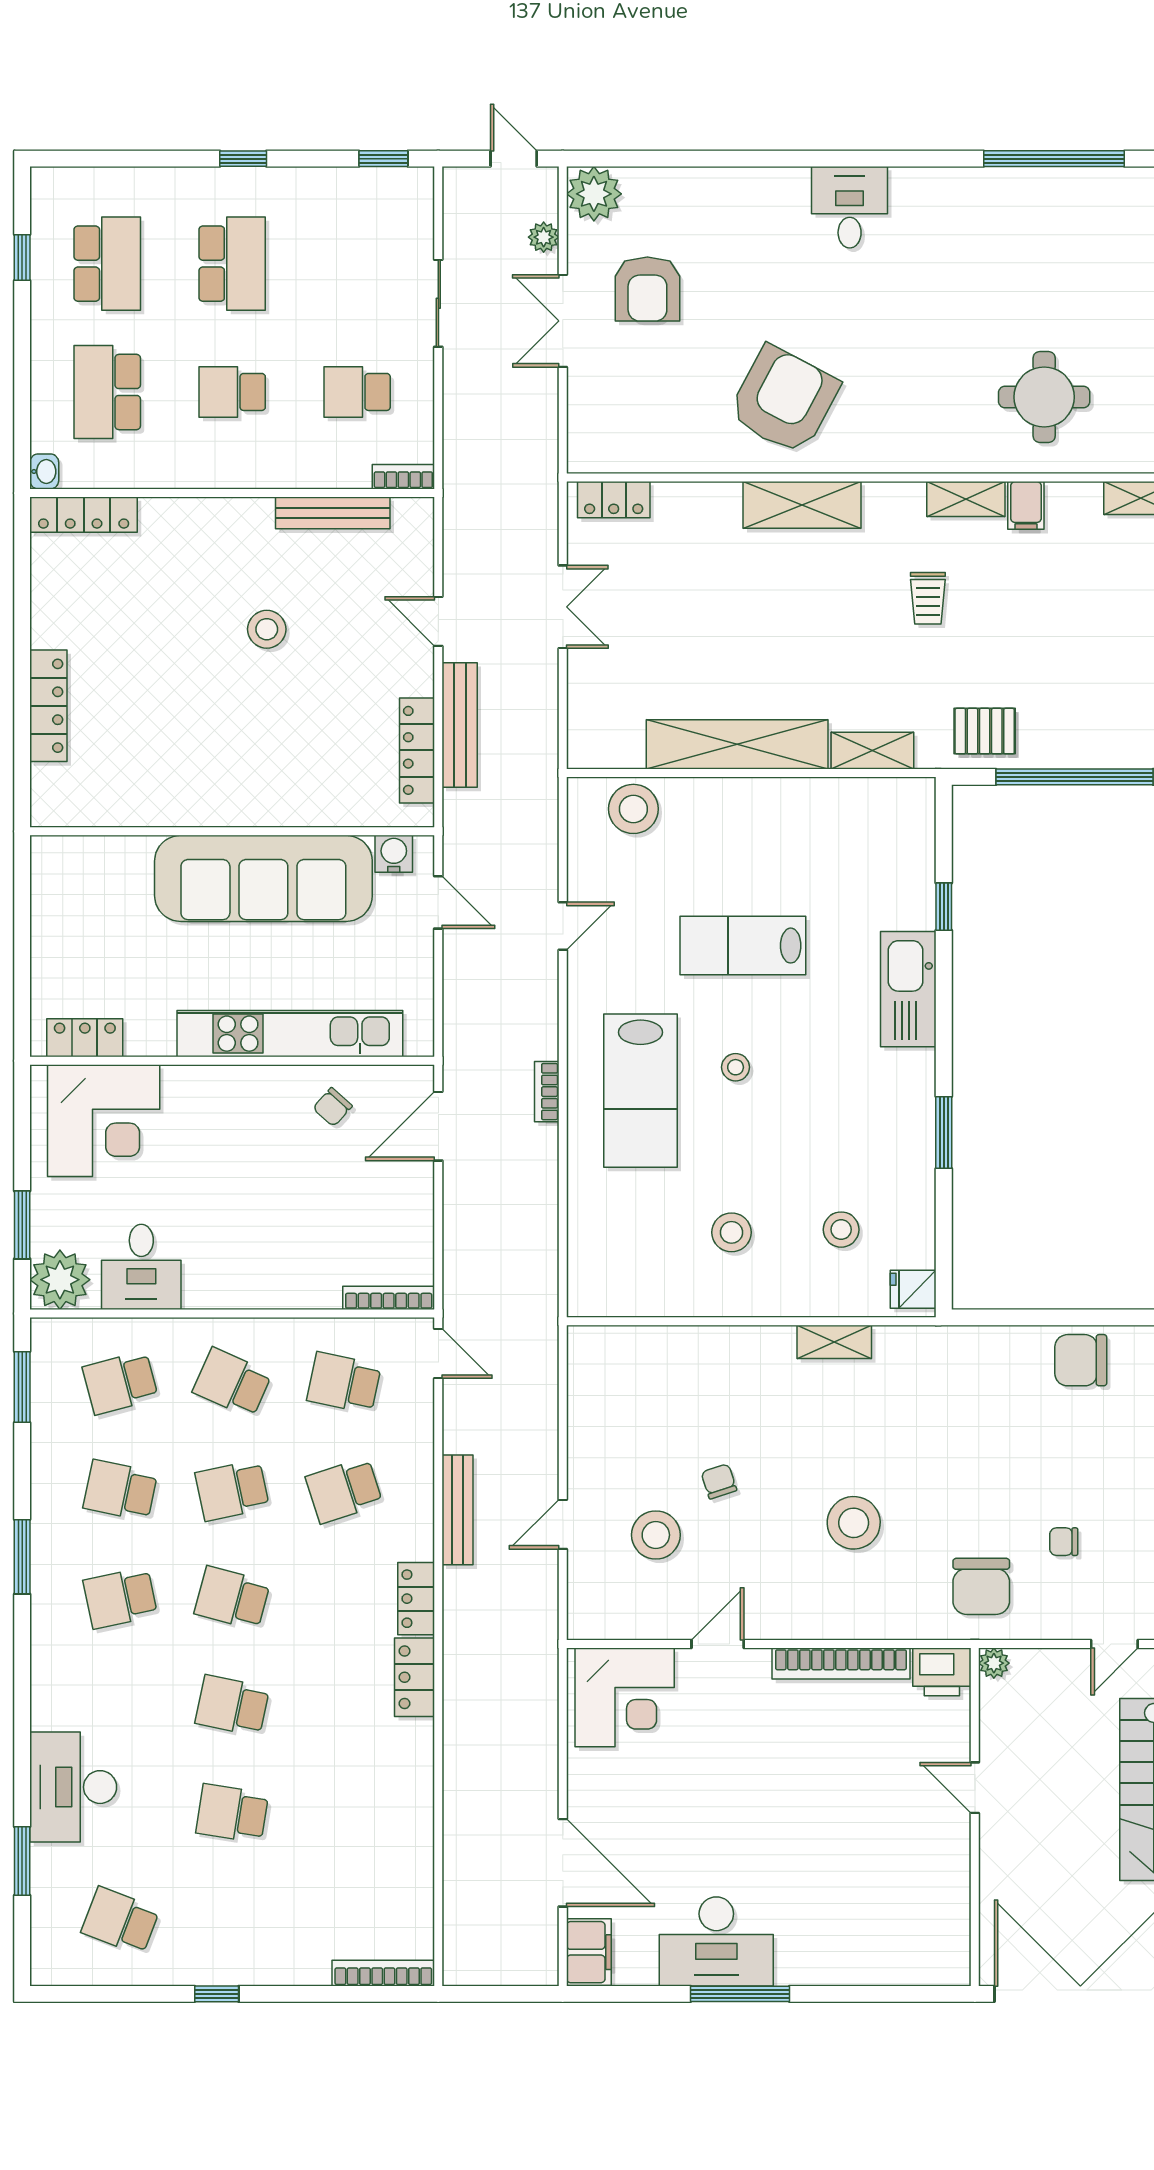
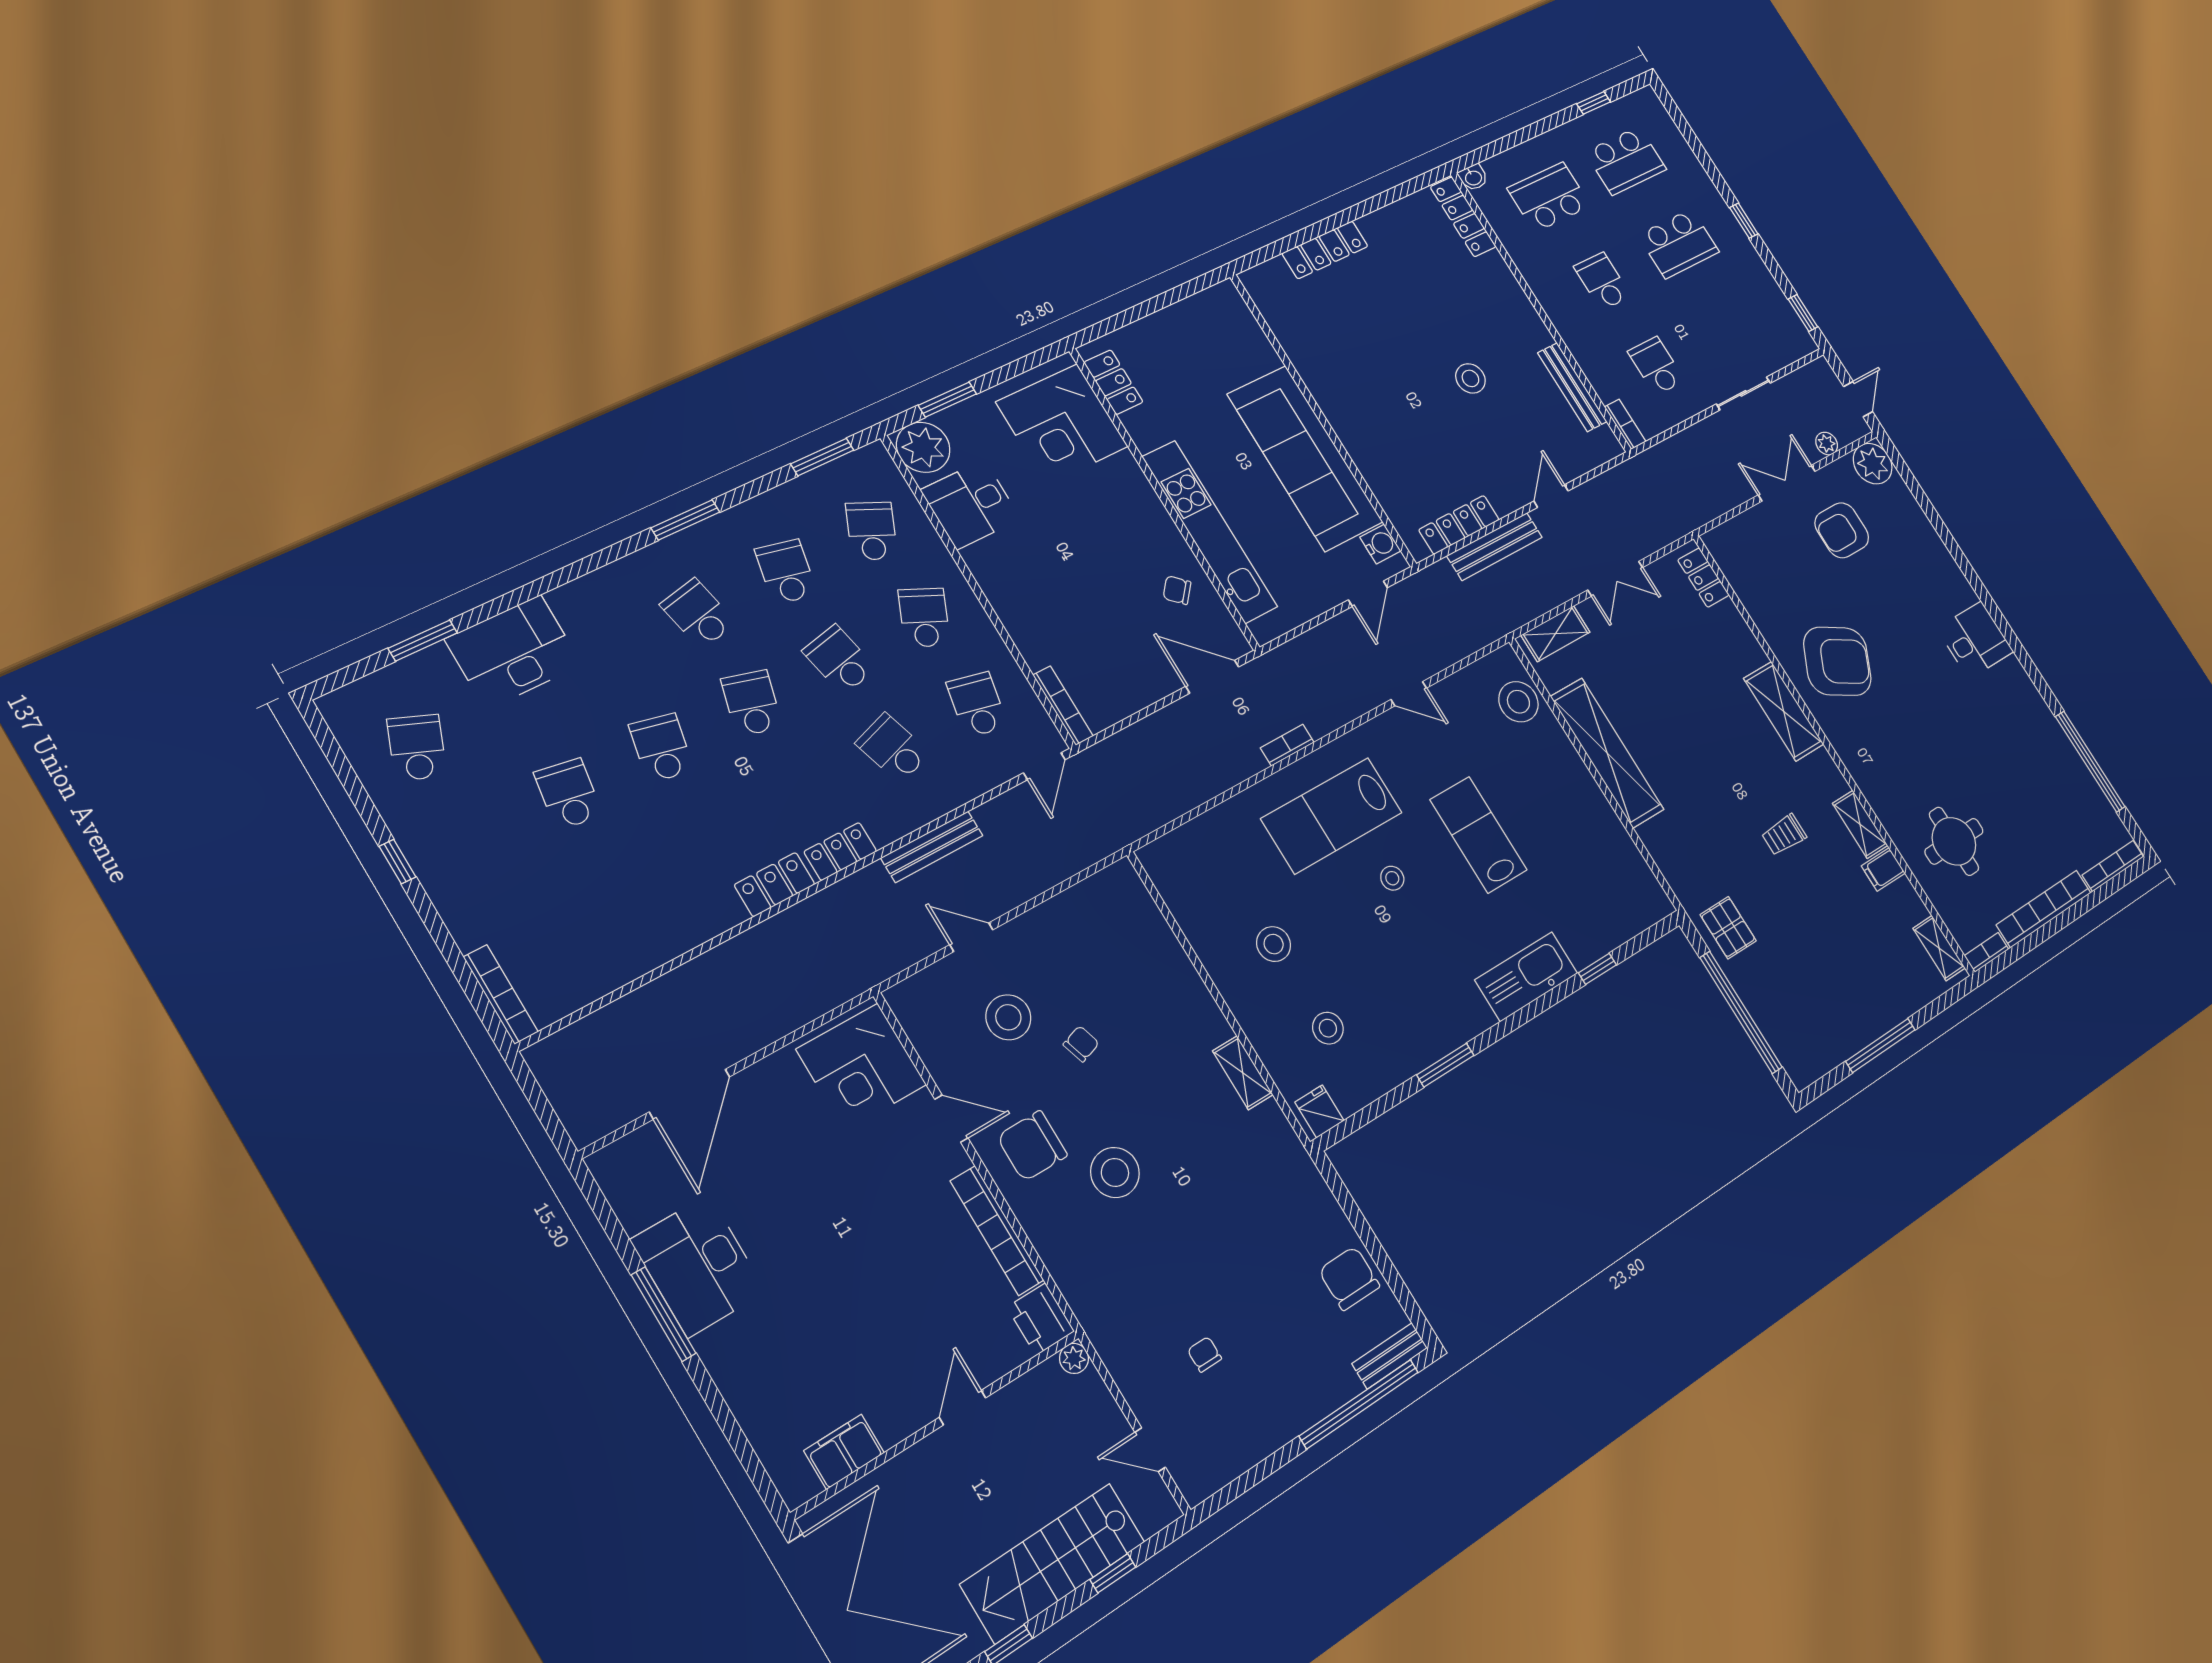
shelving: (872, 751) -> (1555, 634), moved, turned 90
school desk: (120, 1383) -> (872, 531), turned 39
chair: (981, 1586) -> (1032, 1146), moved
filing cabinet: (589, 1952) -> (844, 1452), moved, turned 180

